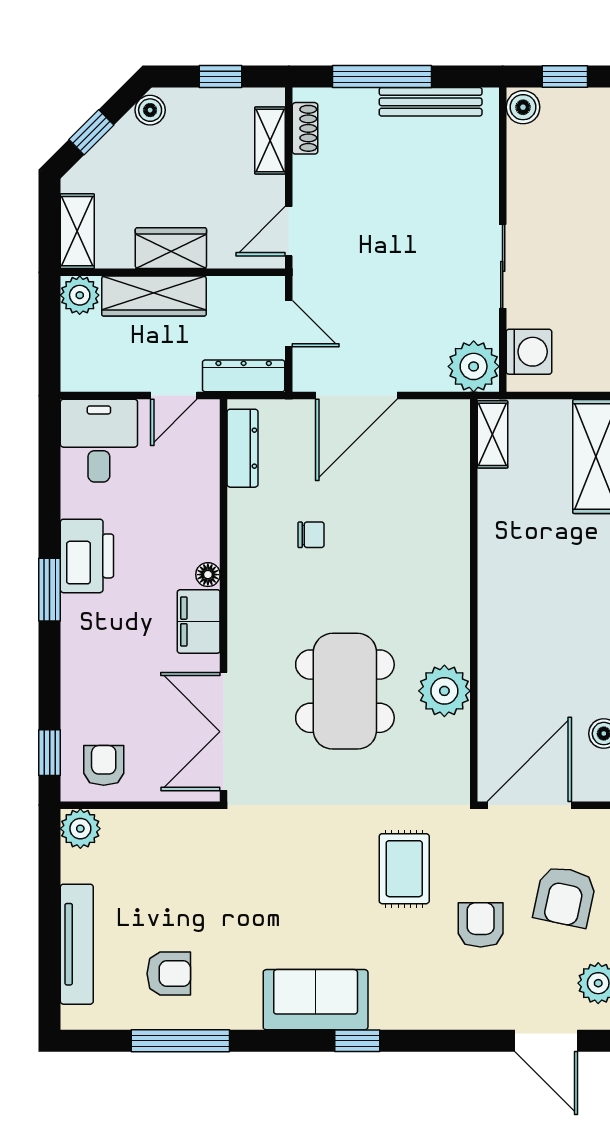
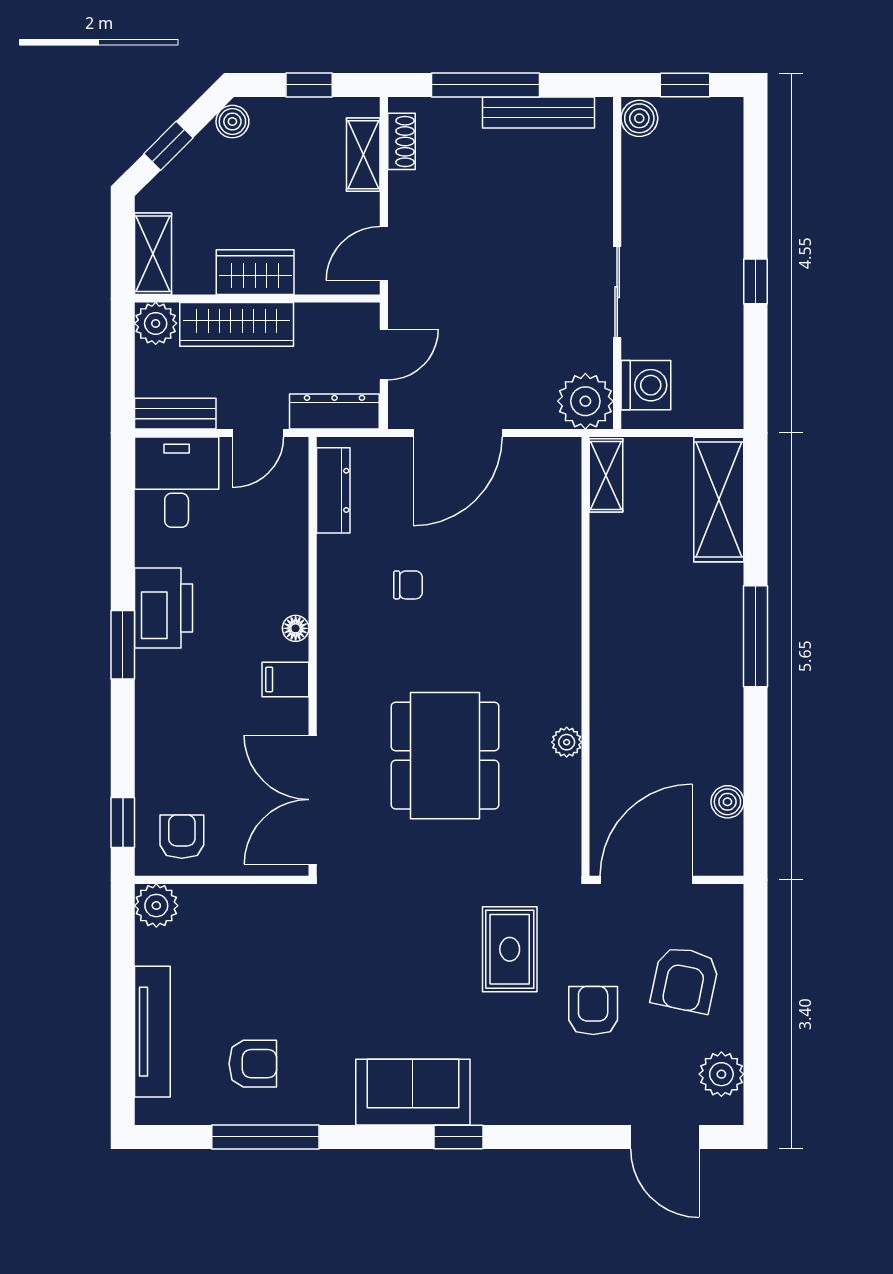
door: (289, 324) -> (384, 354), hinge flipped
bench: (98, 378) -> (175, 414), added
filing cabinet: (199, 621) -> (285, 679), width x0.50
plant: (444, 691) -> (567, 742), width x0.53, depth x0.53

